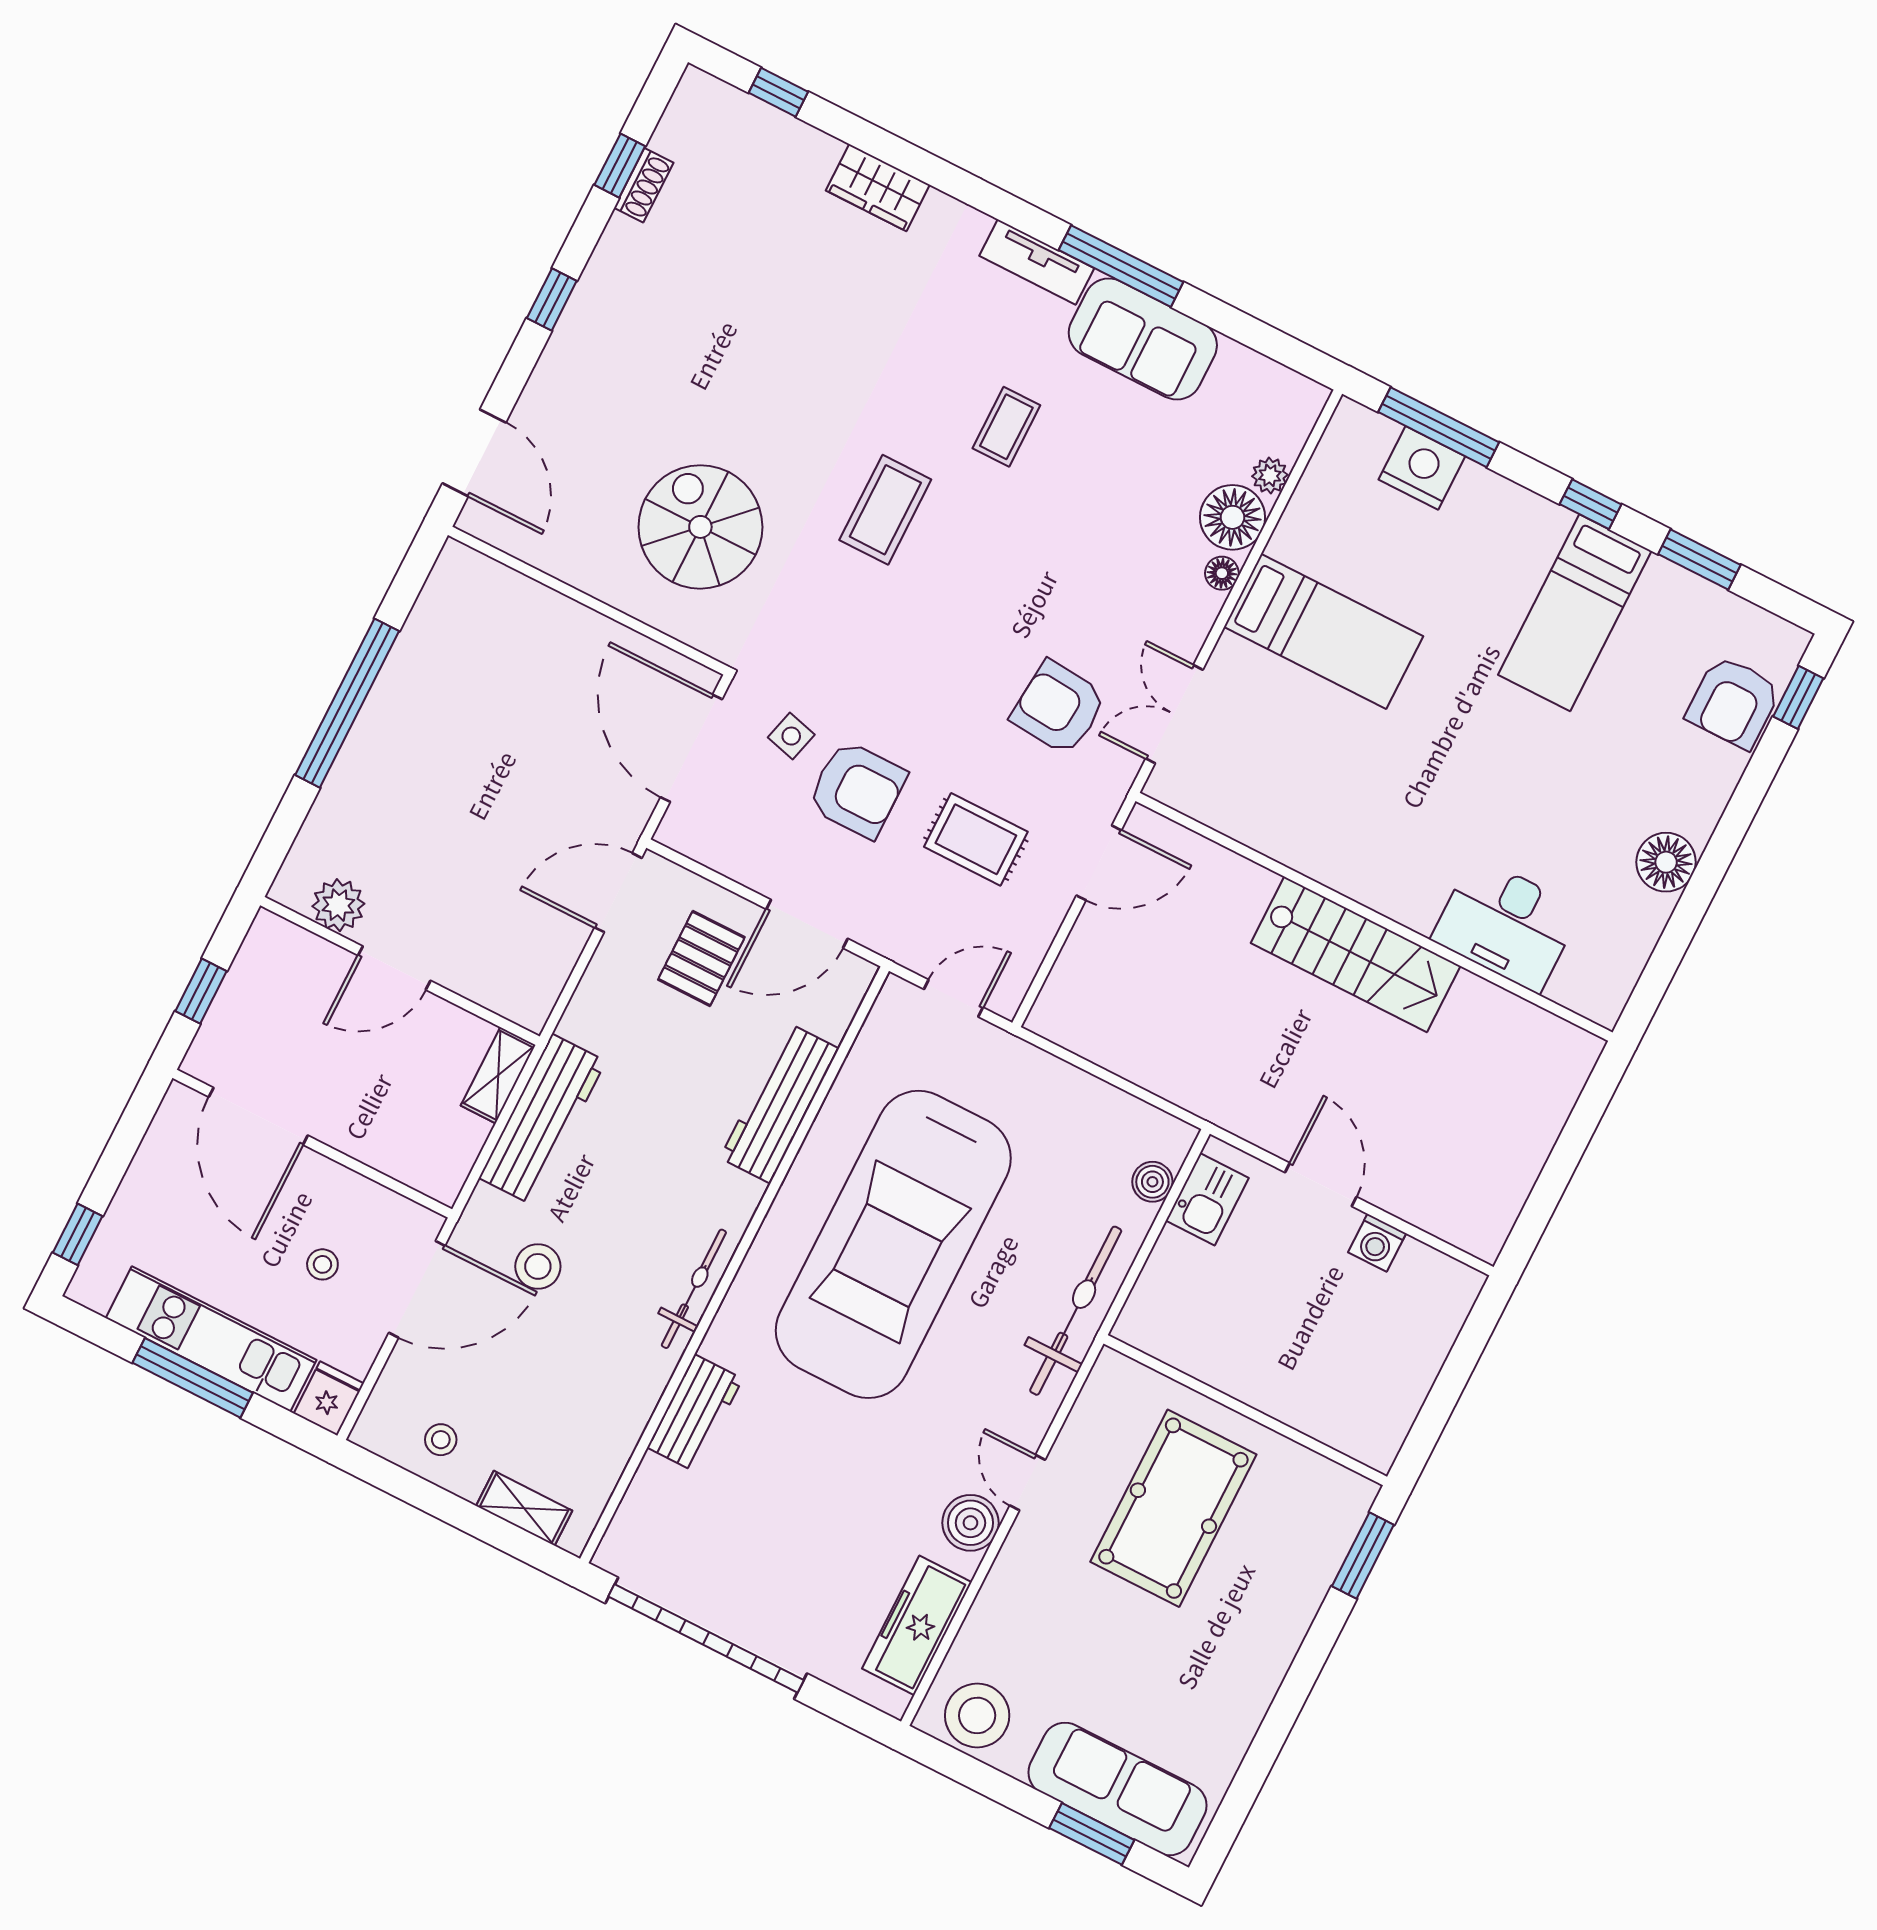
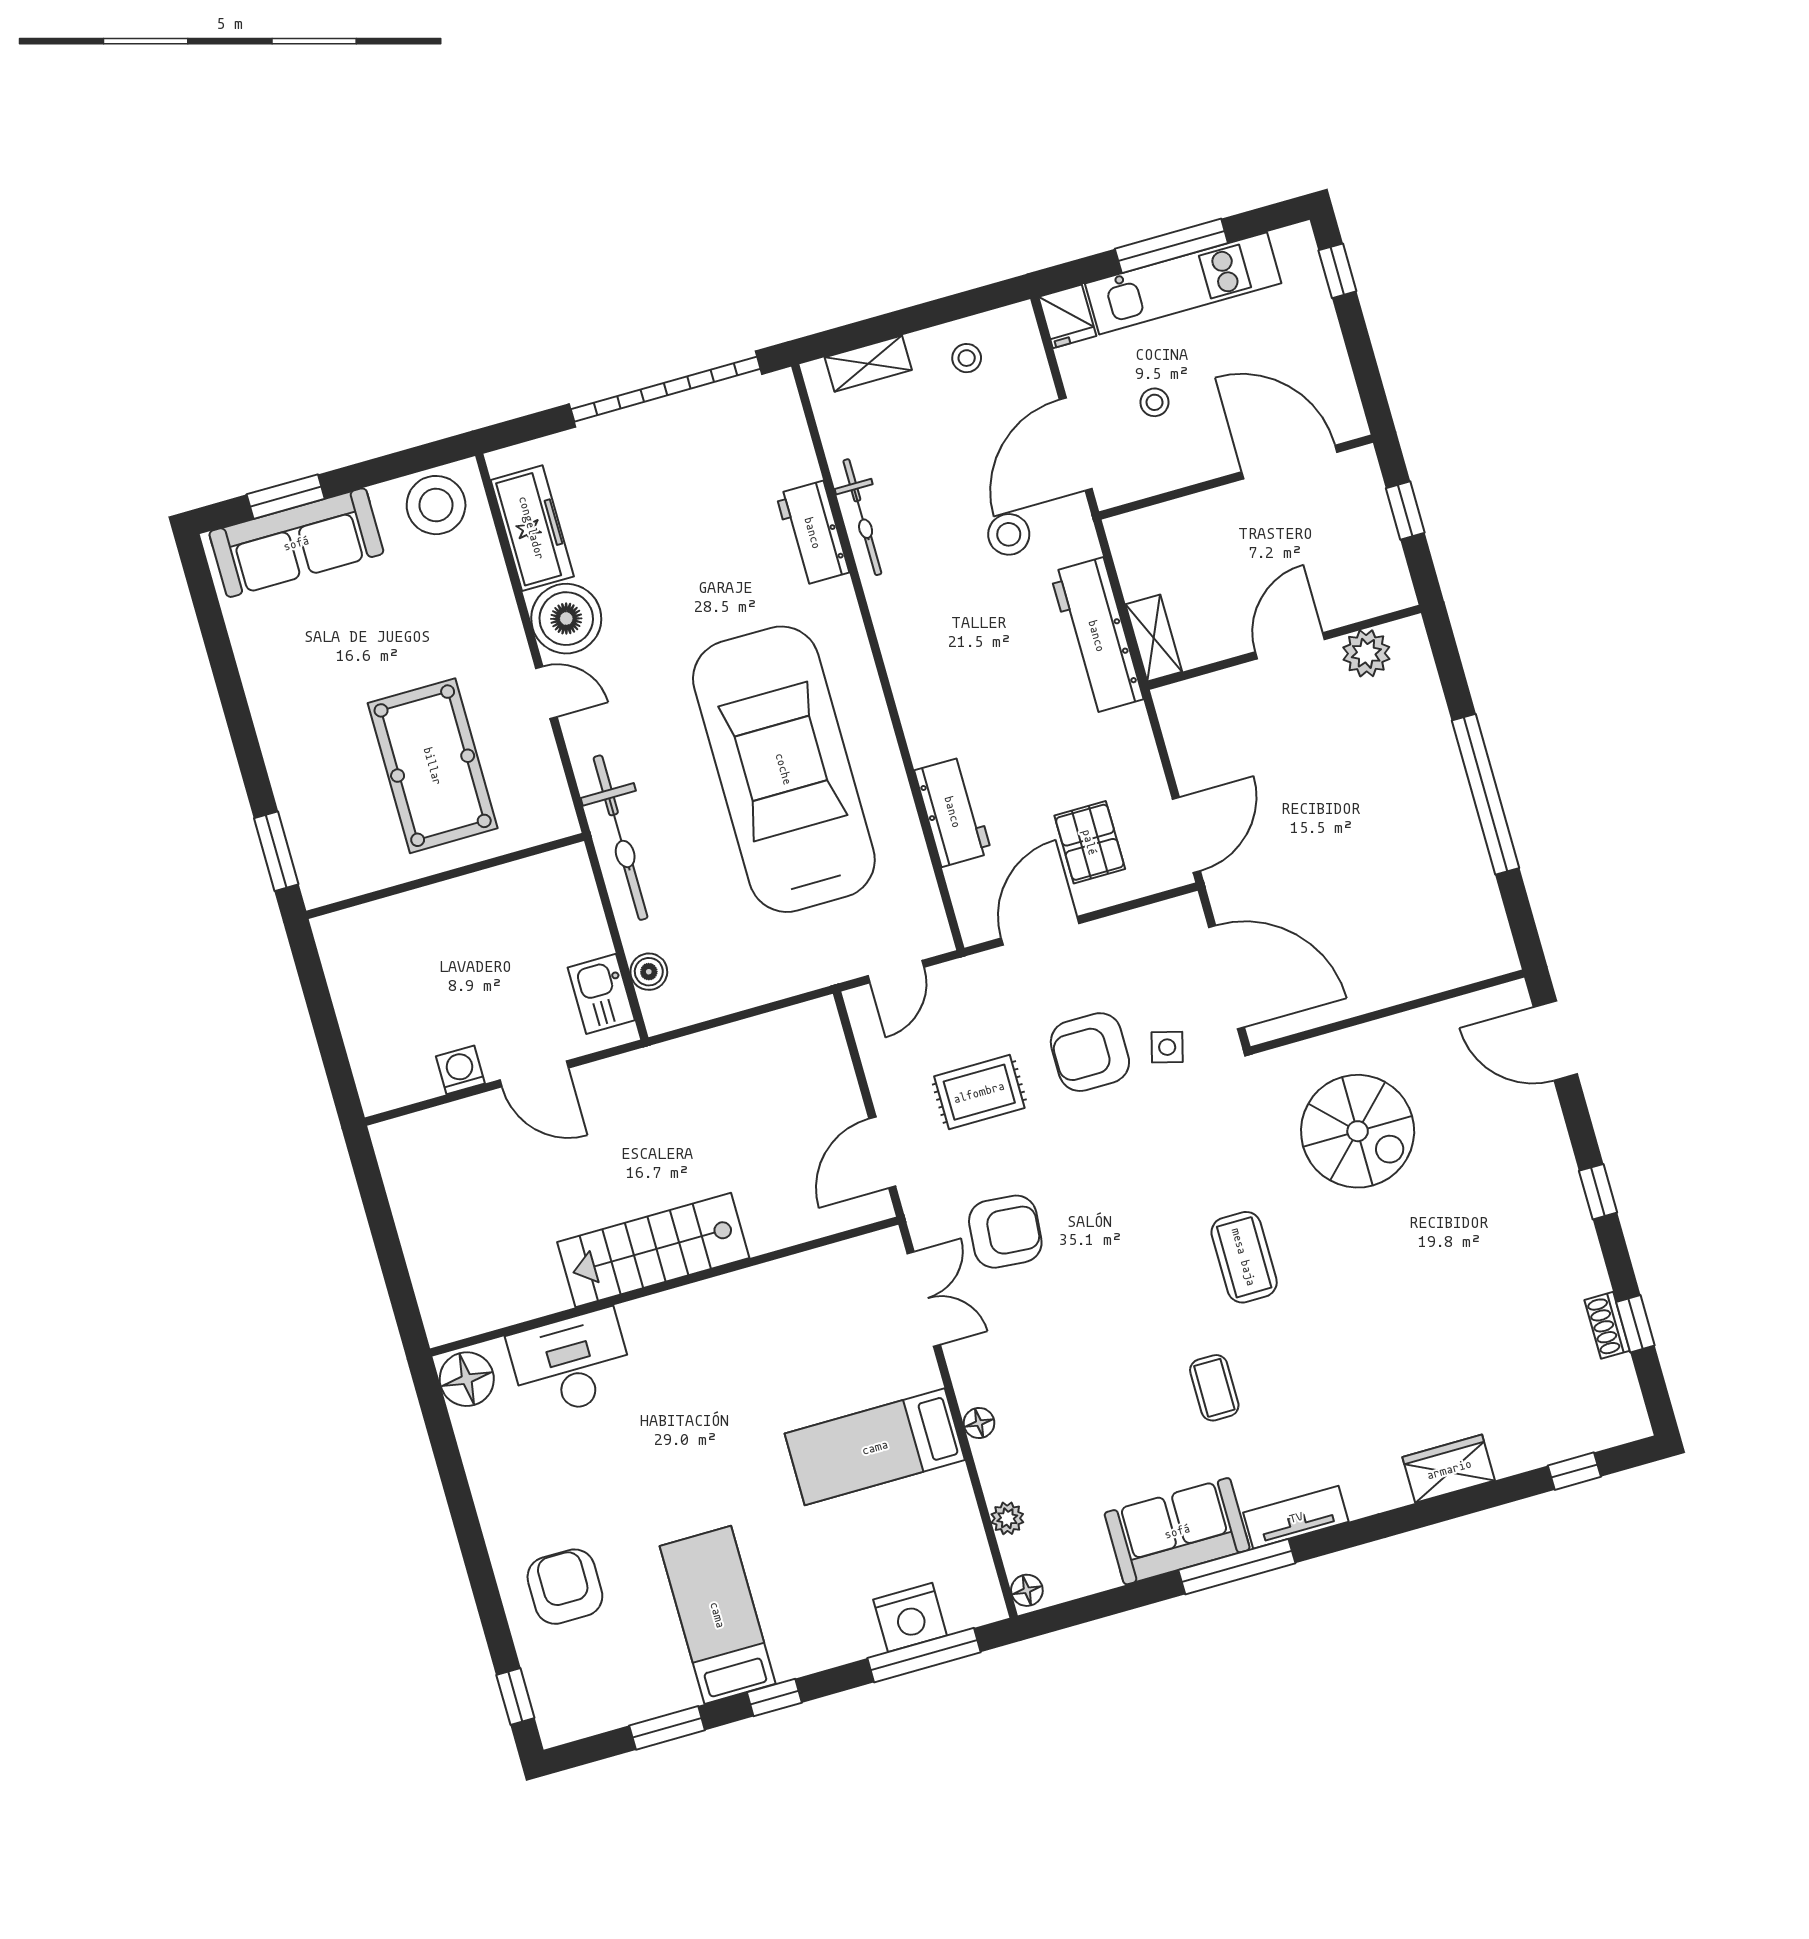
floor lamp: (1233, 517) -> (1027, 1590), moved, width x0.53, depth x0.53
armchair: (1733, 702) -> (565, 1587), moved
floor lamp: (1666, 862) -> (467, 1379), moved
workbench: (779, 1103) -> (953, 812), width x0.73
bicycle: (694, 1289) -> (862, 517), moved
boiler: (970, 1523) -> (566, 619), width x1.37, depth x1.37

